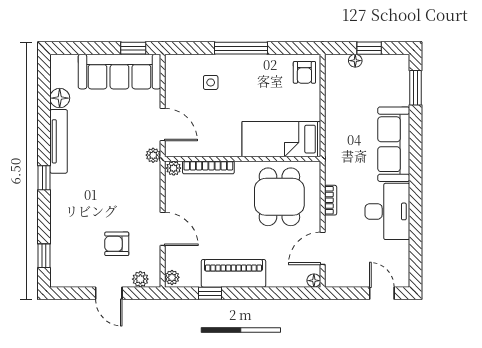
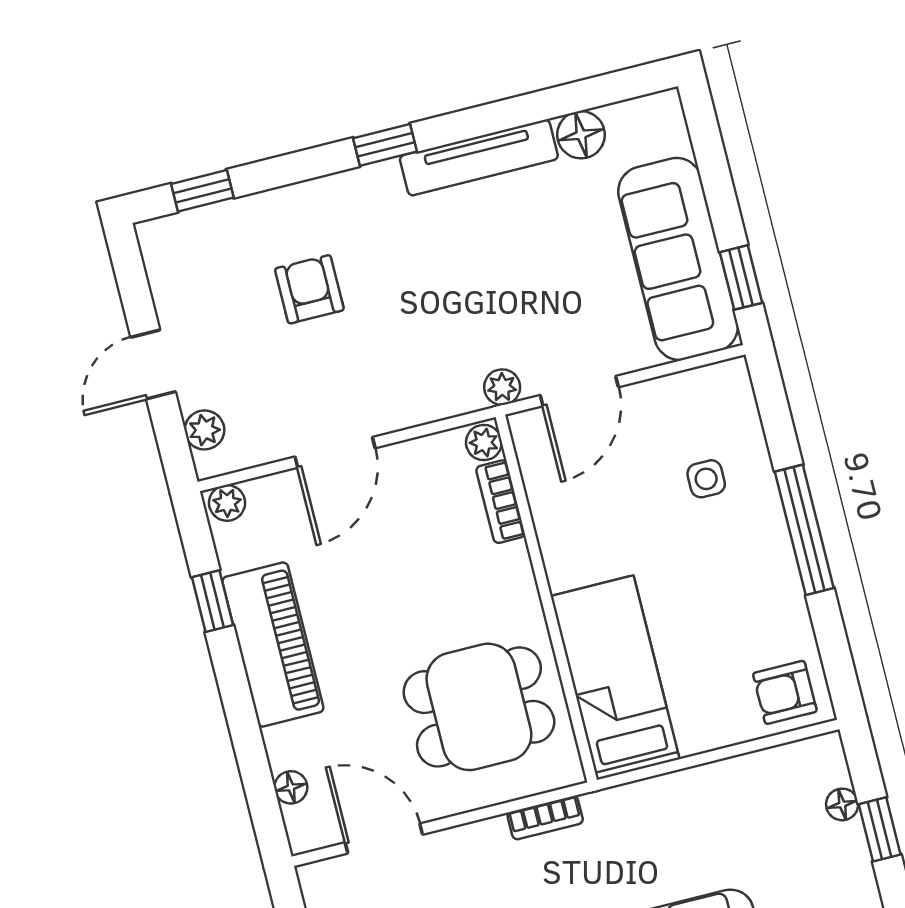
bookcase: (208, 167) -> (501, 502), width x0.64
bookcase: (331, 200) -> (545, 818), moved
armchair: (117, 244) -> (309, 289), moved
floor lamp: (314, 281) -> (291, 787), moved

